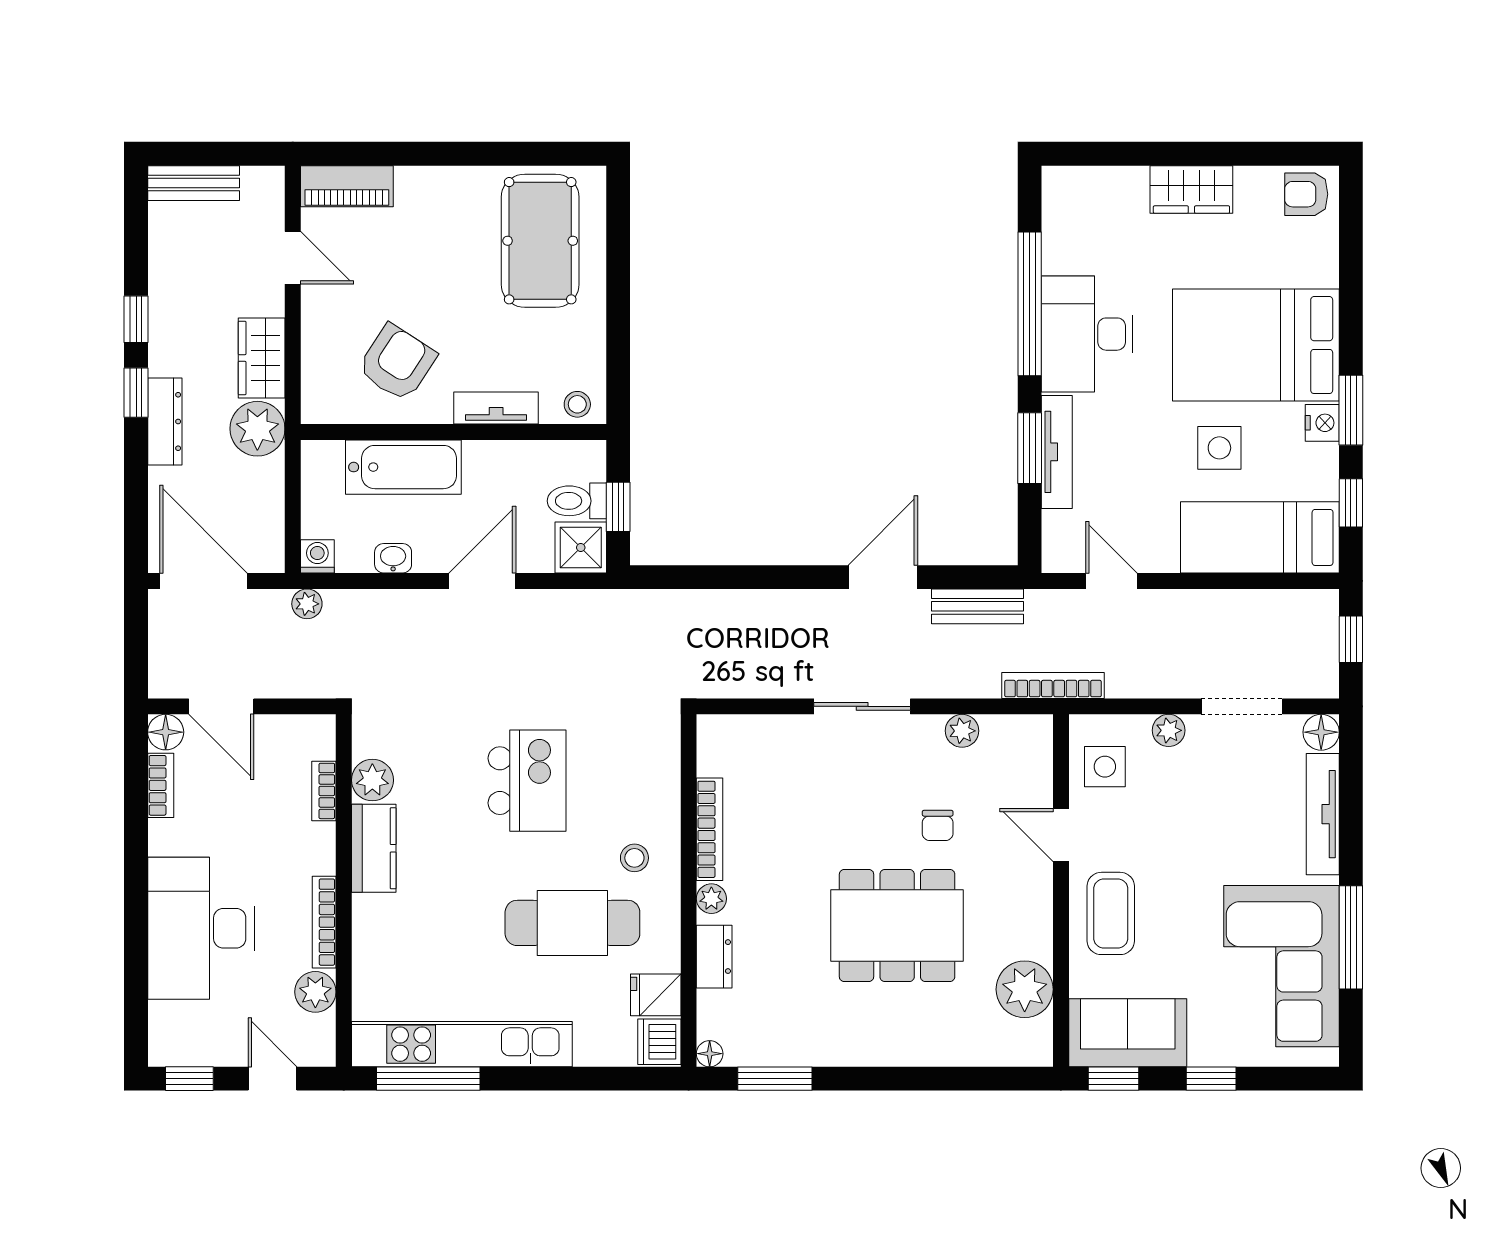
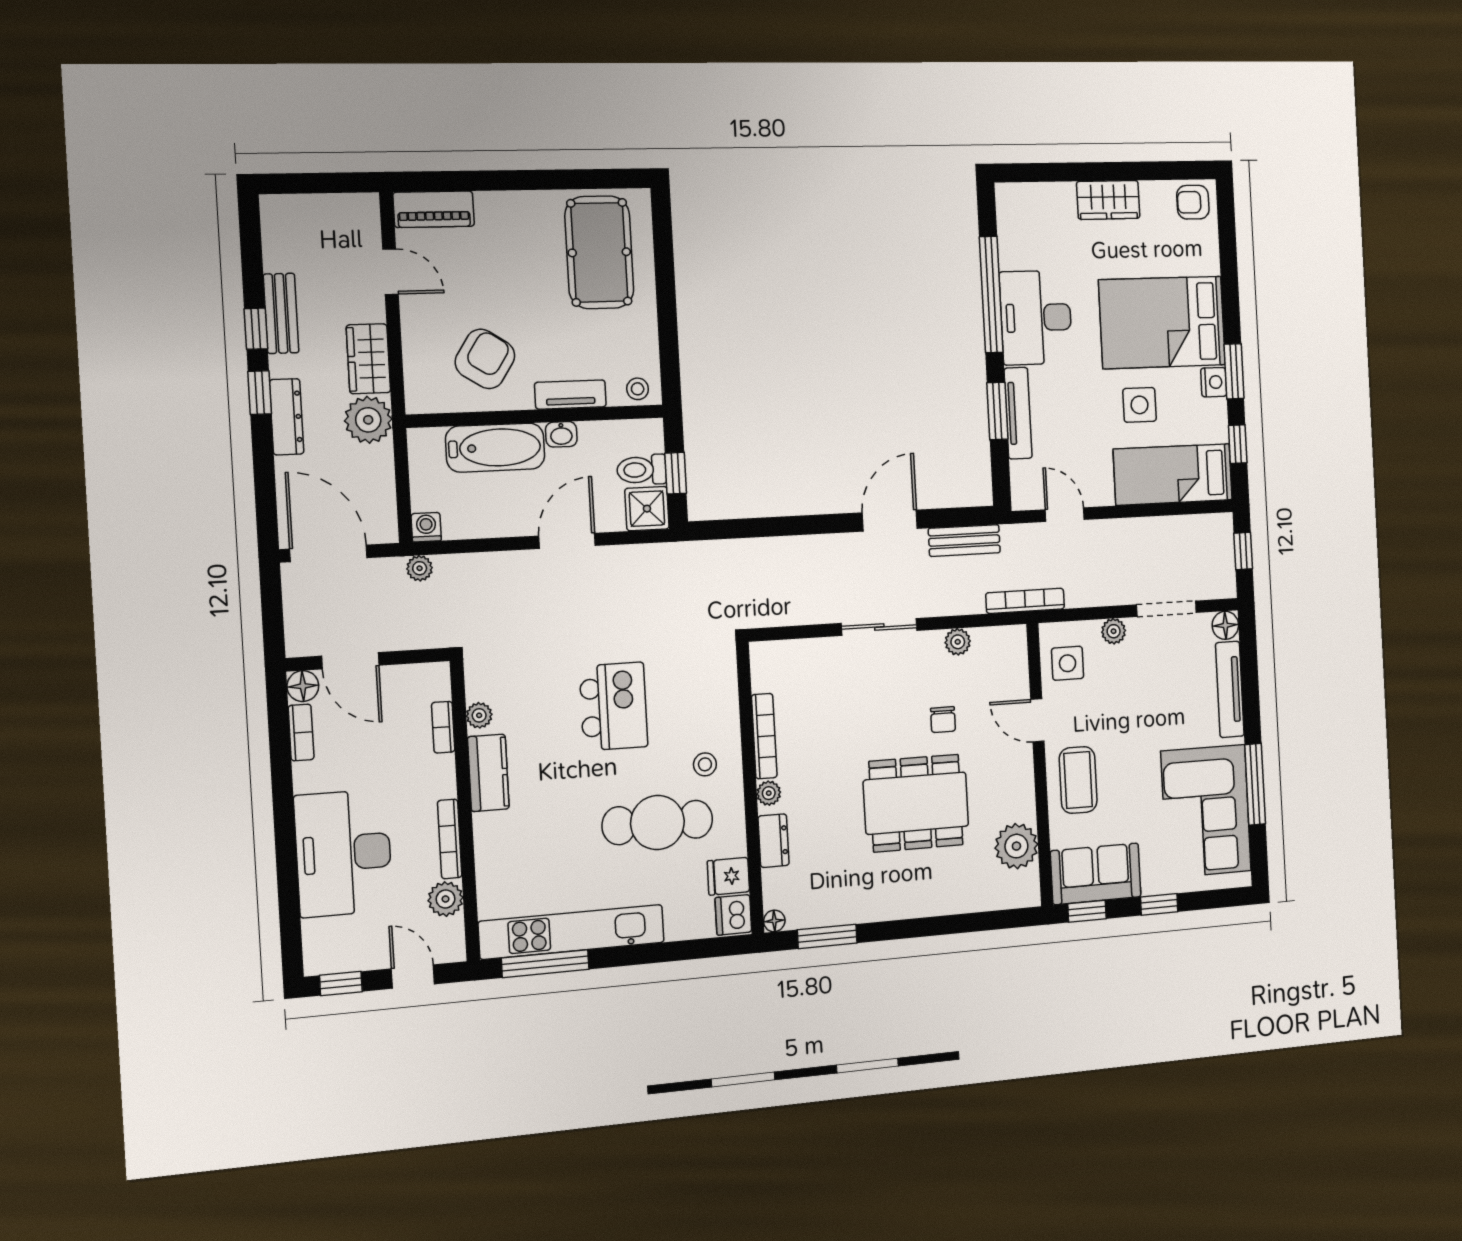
bench: (194, 183) -> (281, 313), moved, turned 90
washbasin: (393, 558) -> (561, 434), moved, turned 180
plant: (372, 780) -> (479, 715), width x0.73, depth x0.73

